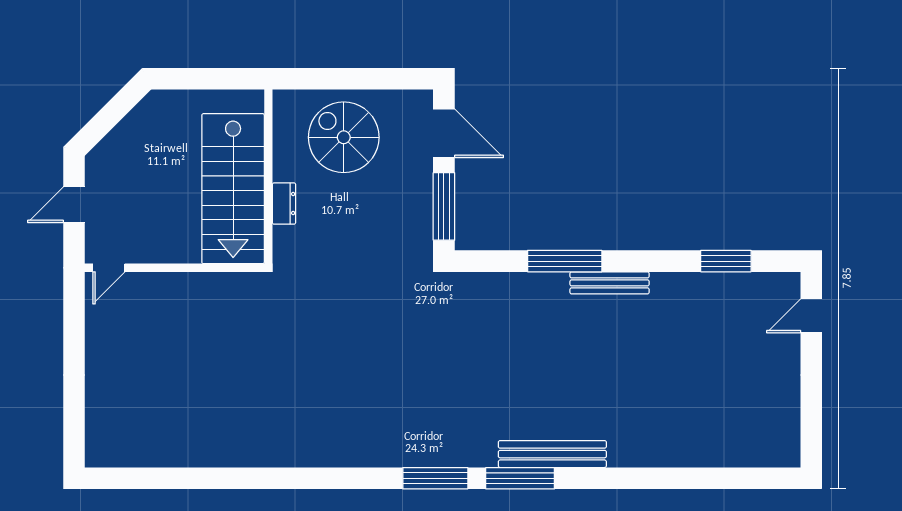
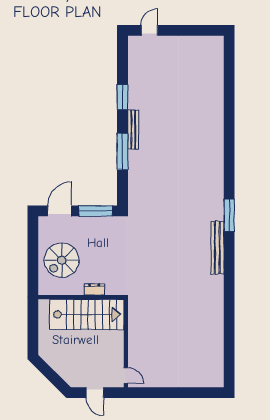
window: (726, 261) -> (122, 97), moved
door: (811, 316) -> (149, 30), swing flipped
bench: (552, 454) -> (217, 248), moved
window: (520, 478) -> (229, 173), removed

